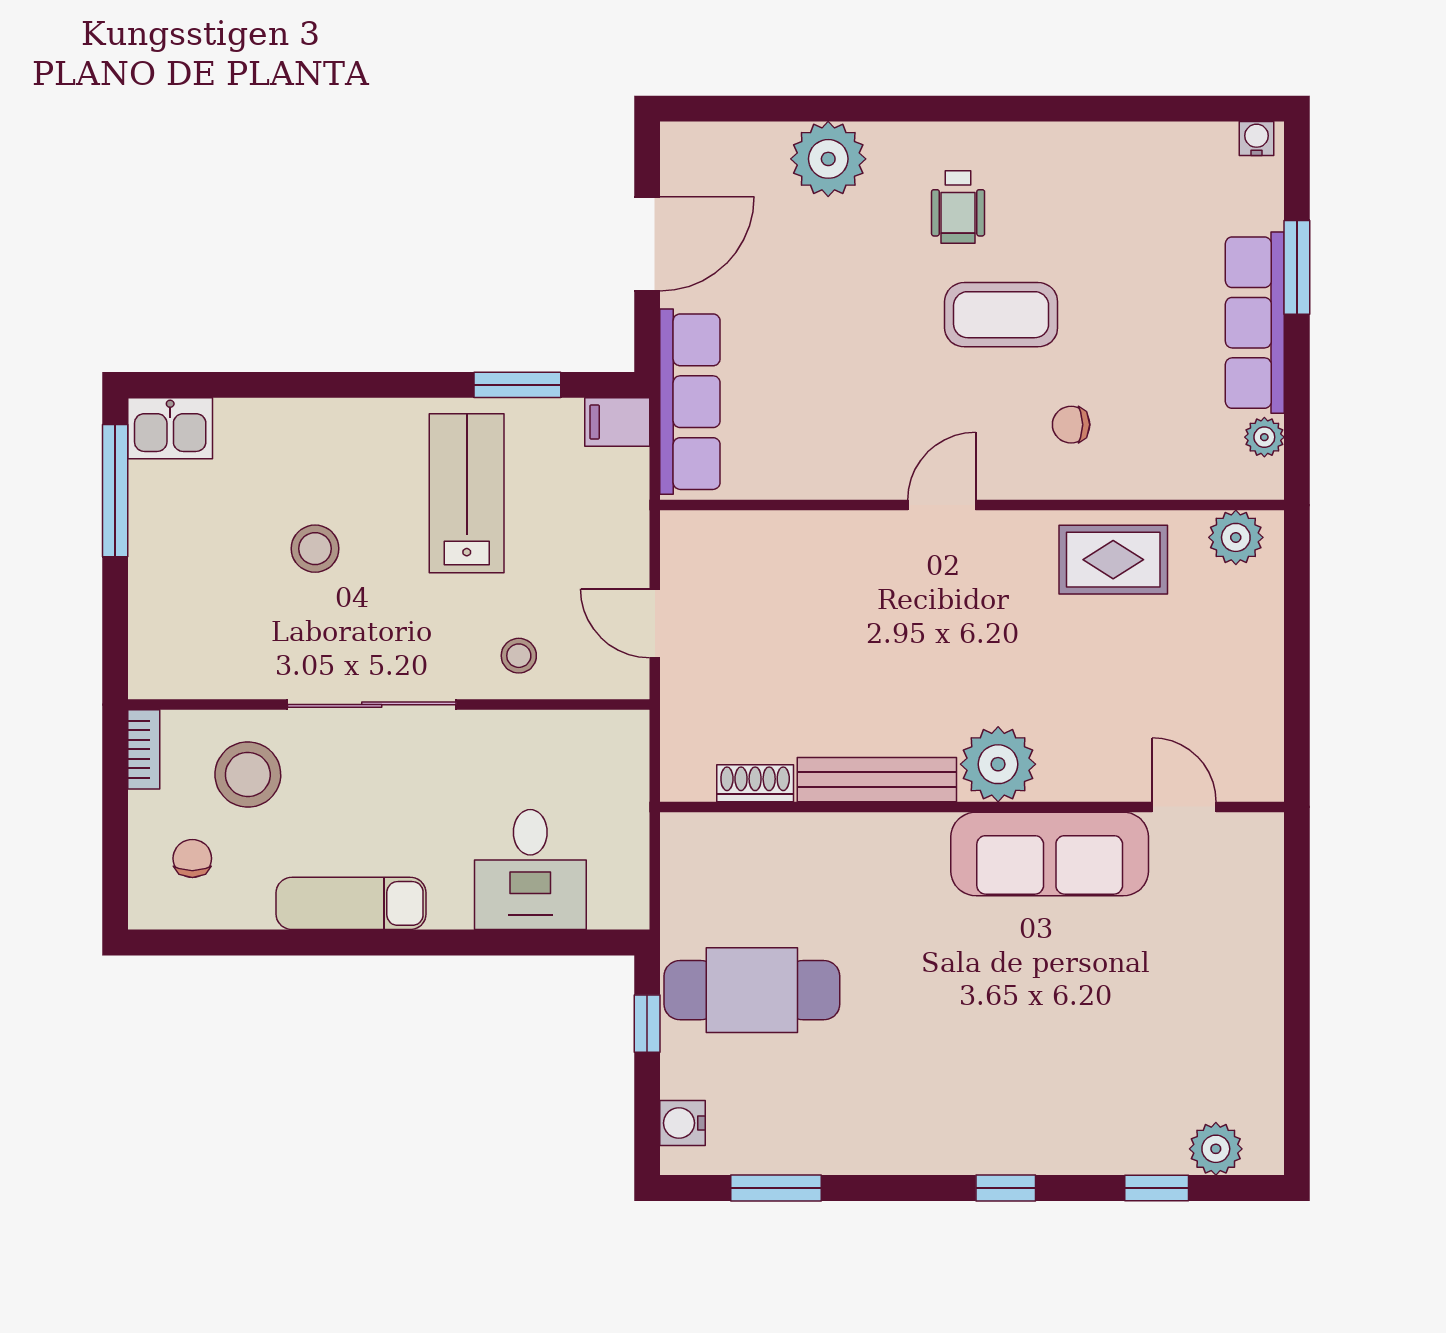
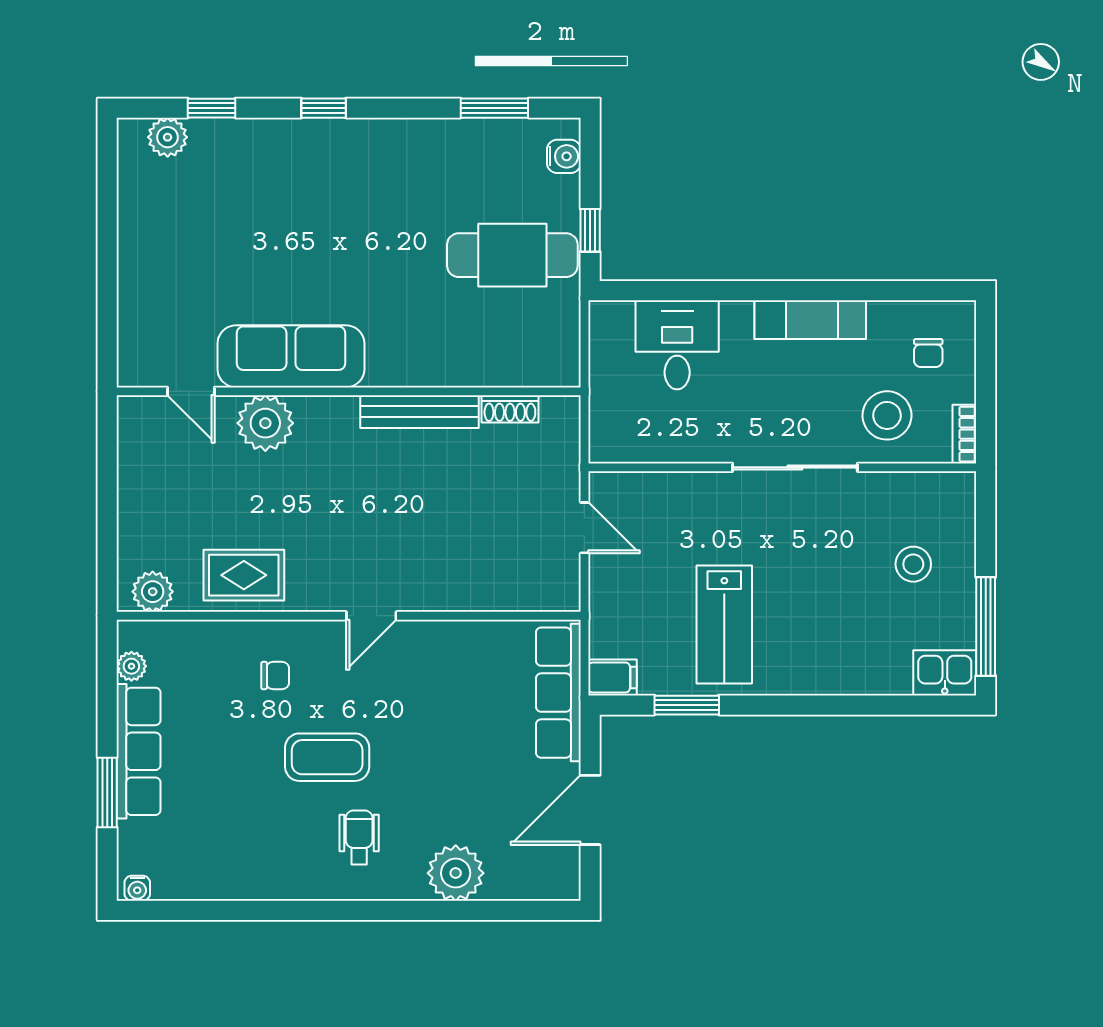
stool: (315, 549) -> (913, 564), moved
stool: (519, 656) -> (686, 504), removed
plant: (998, 764) -> (265, 423), moved

